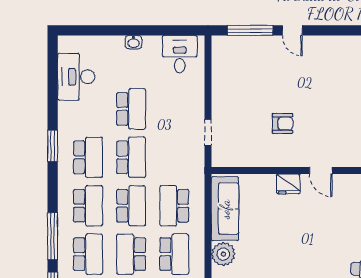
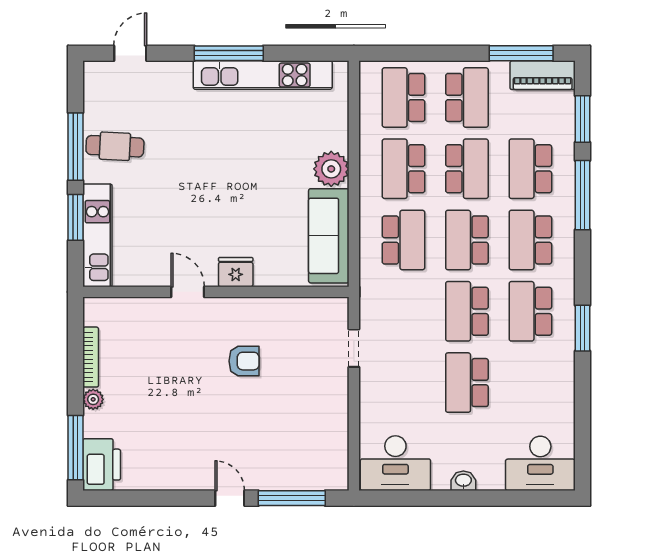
desk: (180, 54) -> (395, 463), width x1.37
desk: (76, 77) -> (540, 463), moved, turned 90
armchair: (283, 124) -> (244, 361), turned 180

